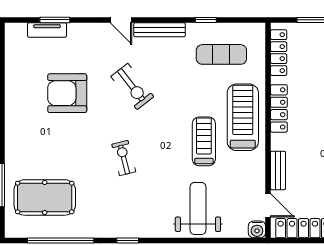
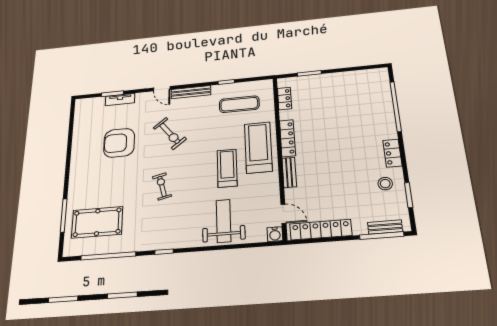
tv unit: (47, 30) -> (120, 100), moved
locker: (279, 53) -> (285, 98), width x0.66
bench: (278, 170) -> (289, 172), moved

